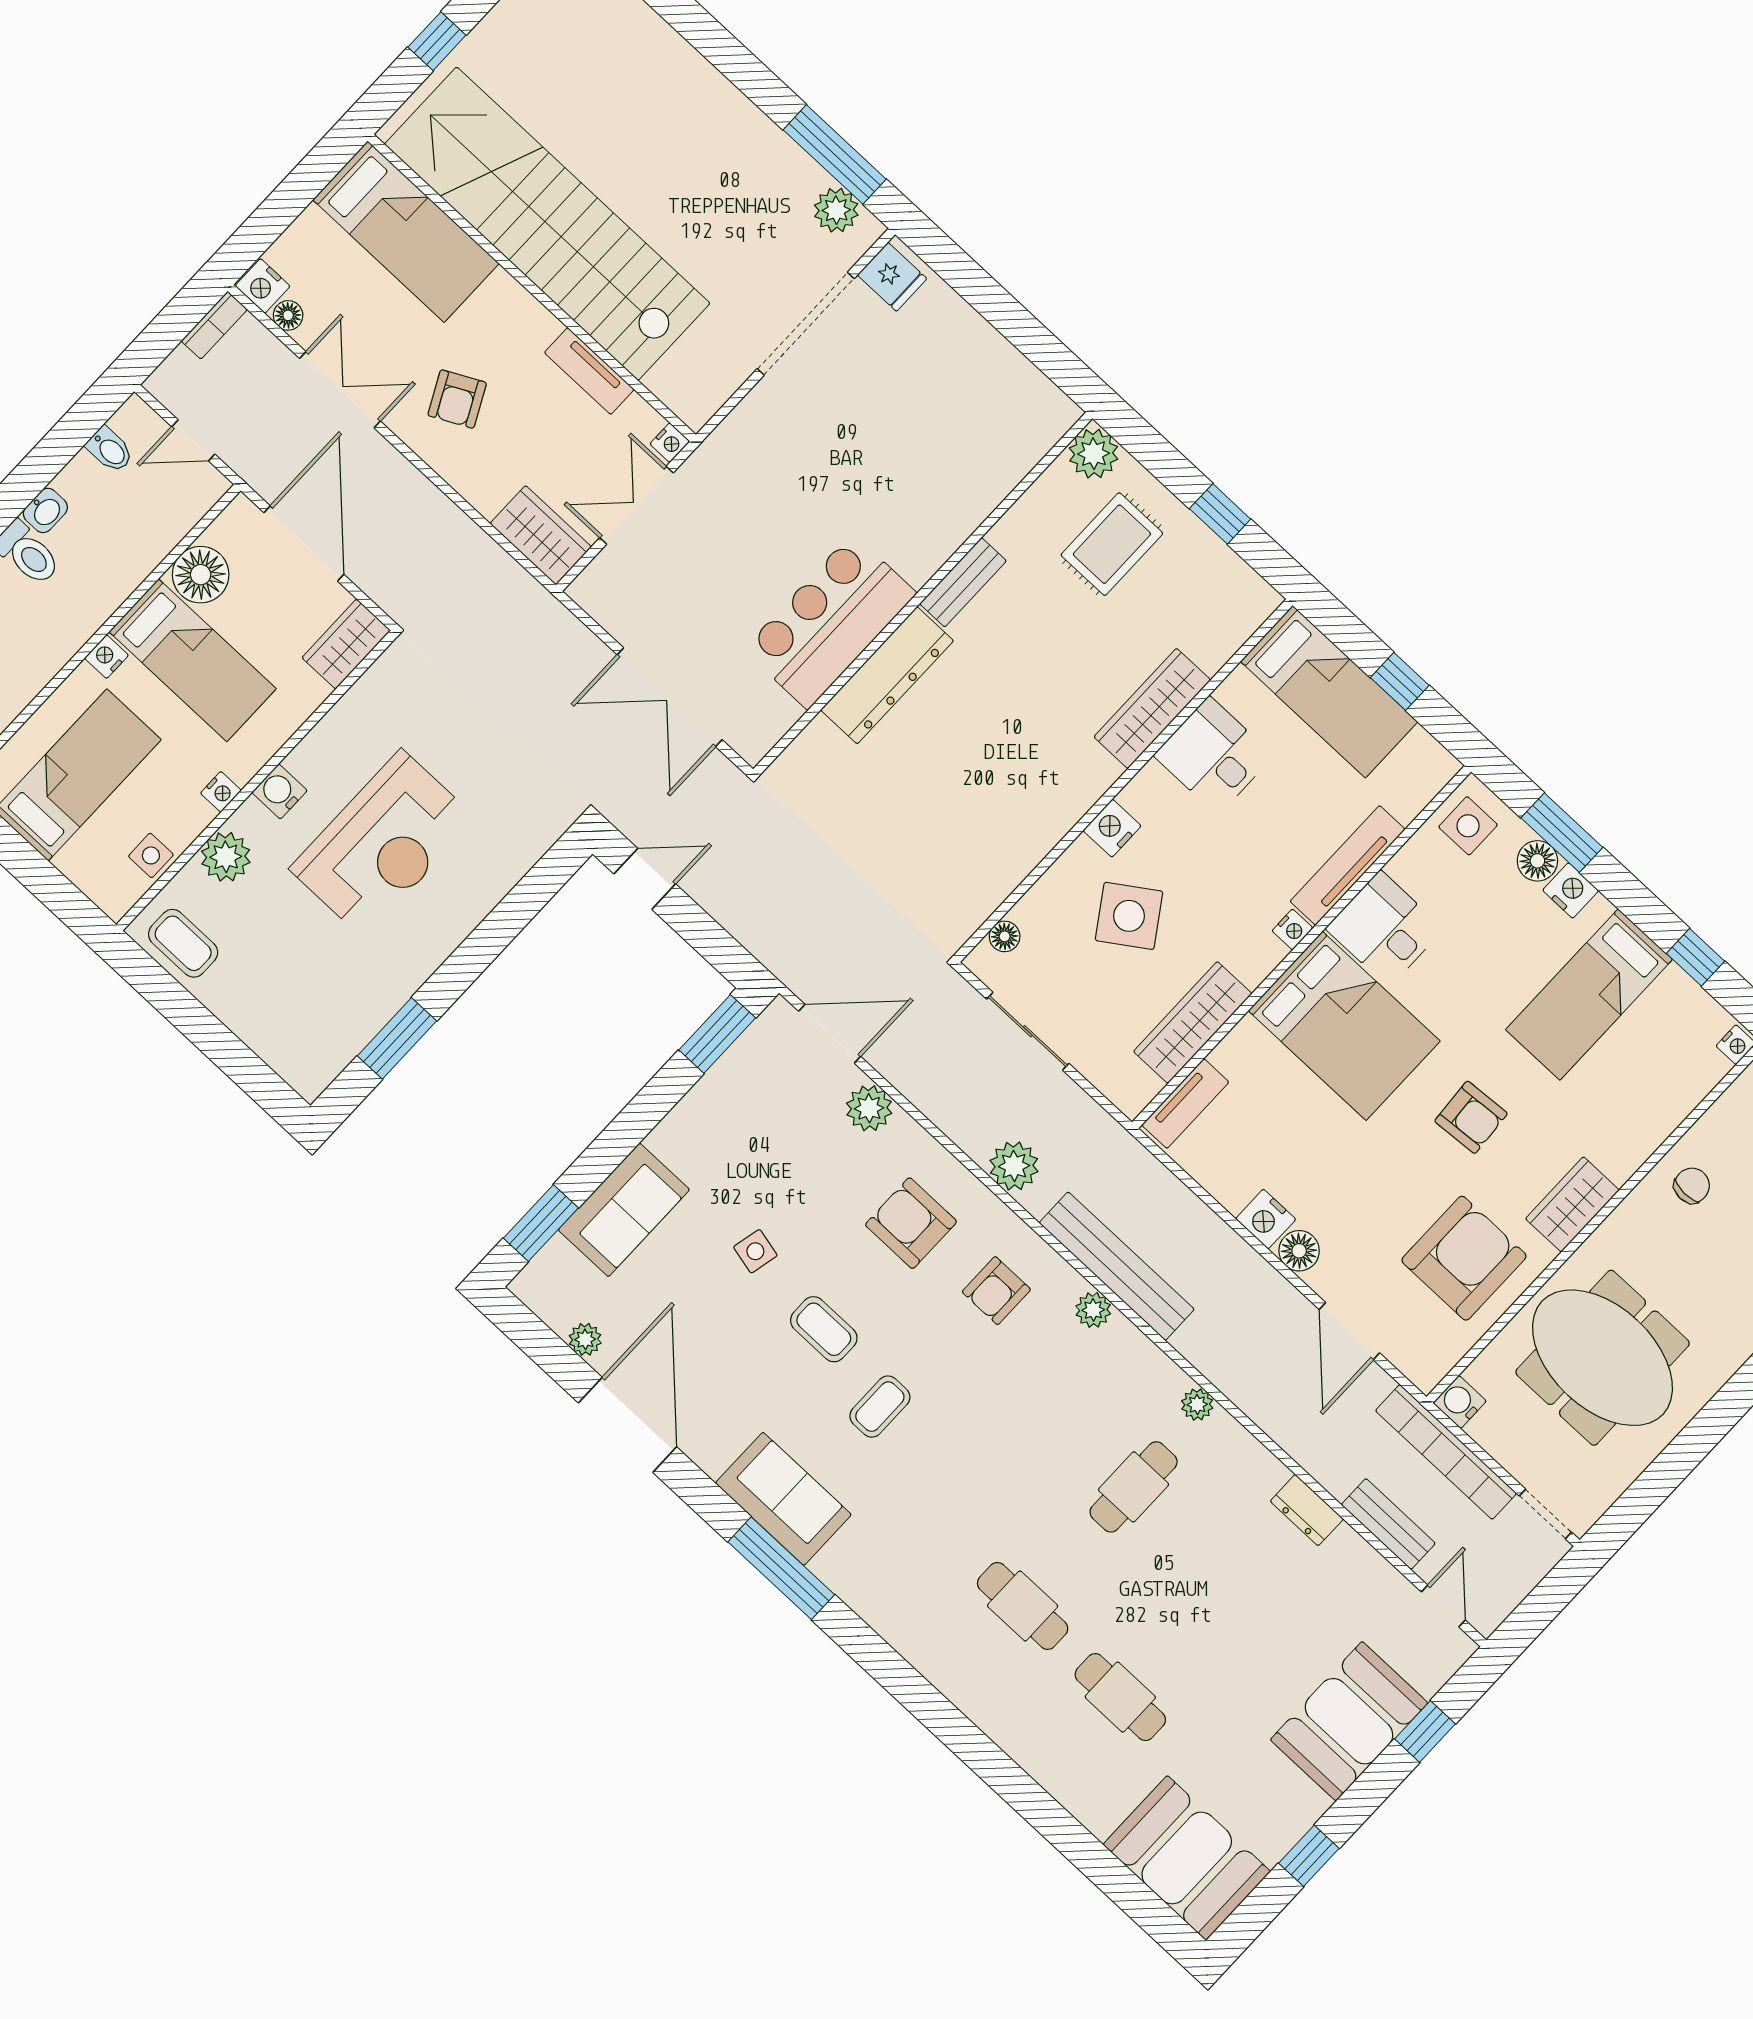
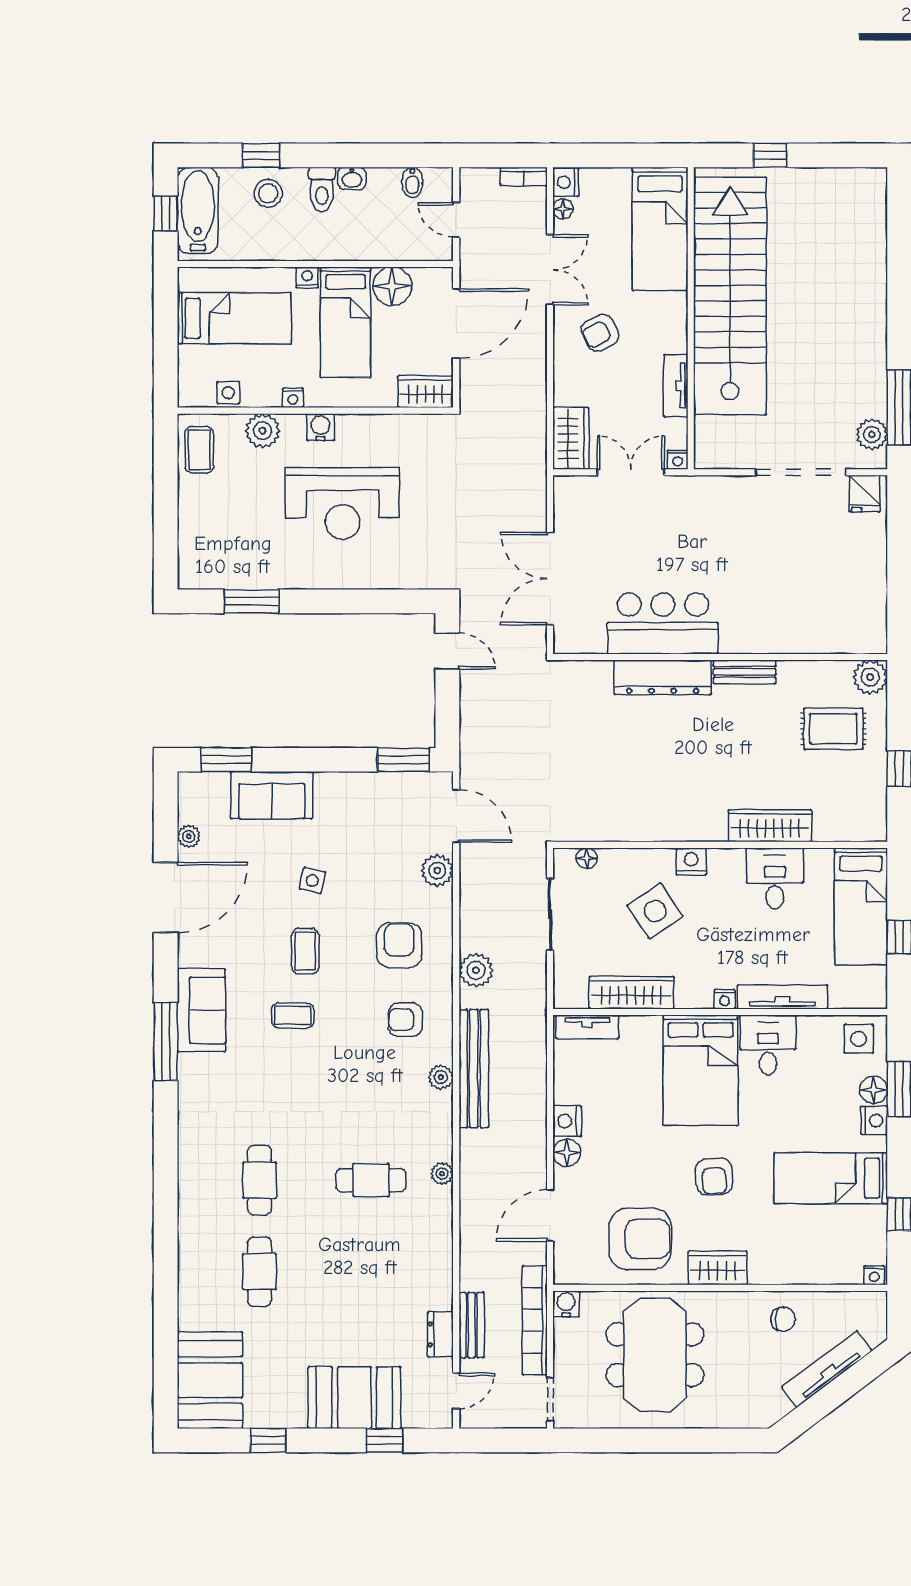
dresser: (1307, 1510) -> (440, 1334), moved

